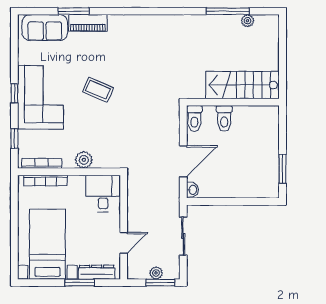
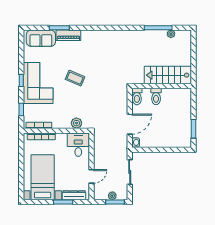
plant: (84, 160) -> (76, 123), moved

